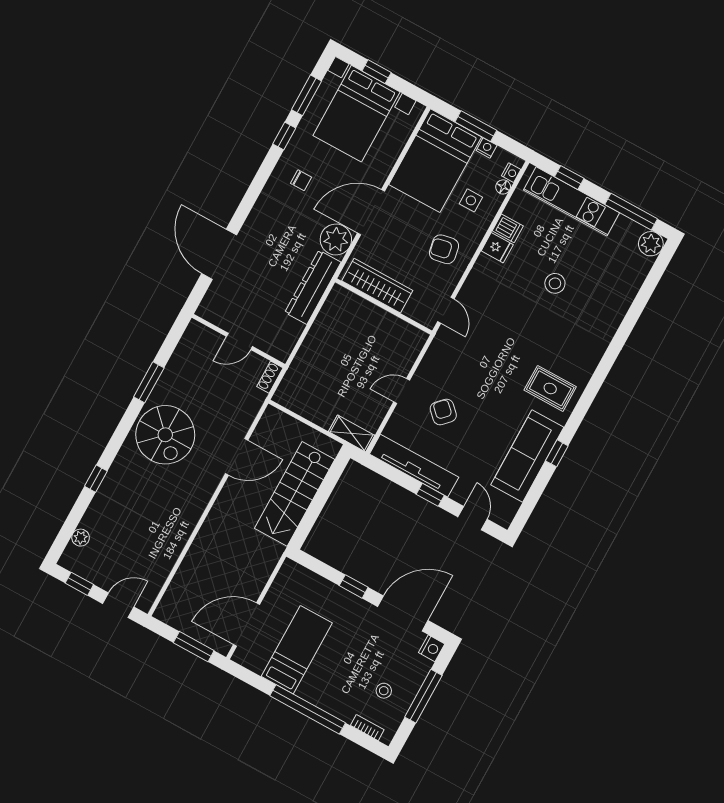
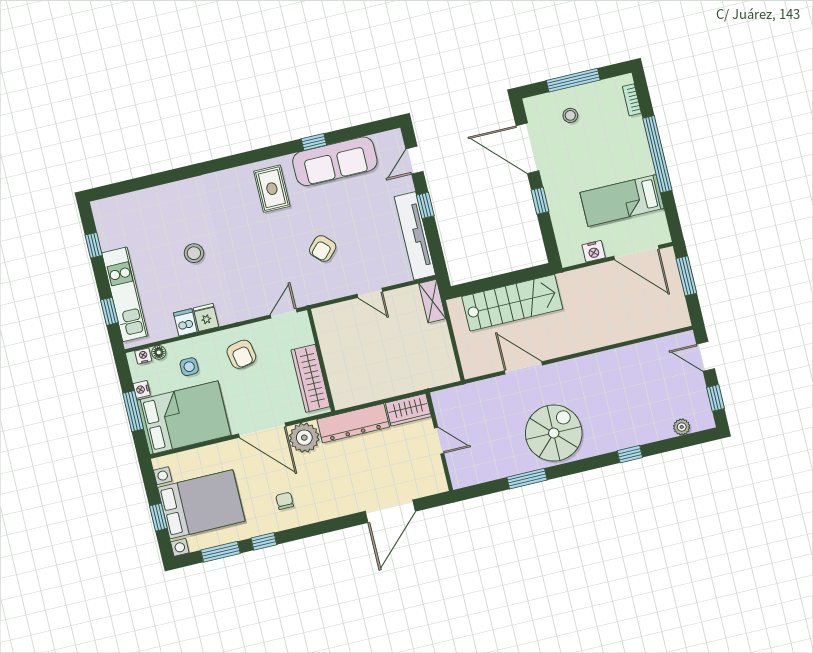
window: (631, 212) -> (94, 245), width x0.46
plant: (651, 244) -> (104, 210), removed
wardrobe: (285, 339) -> (408, 410), added
shoe rack: (270, 377) -> (445, 396), removed
armchair: (443, 412) -> (323, 249), moved
nightstand: (432, 648) -> (594, 251), moved, turned 180
stool: (384, 691) -> (570, 115), moved

